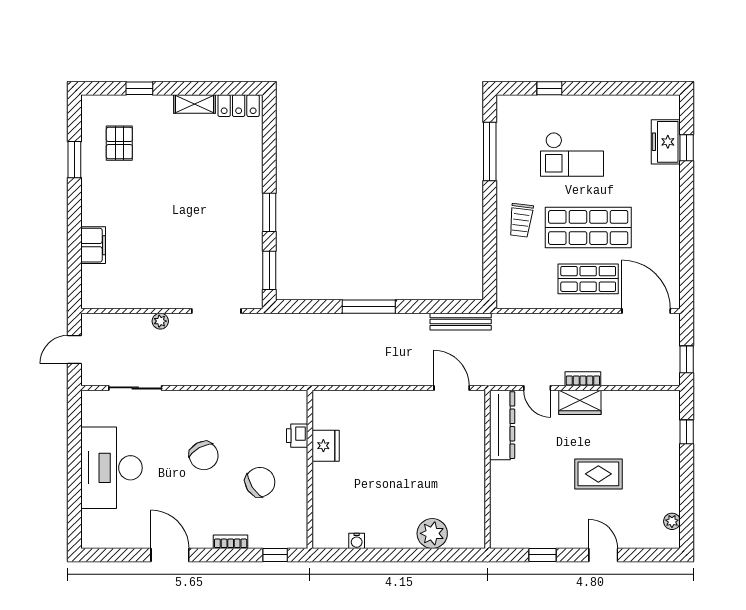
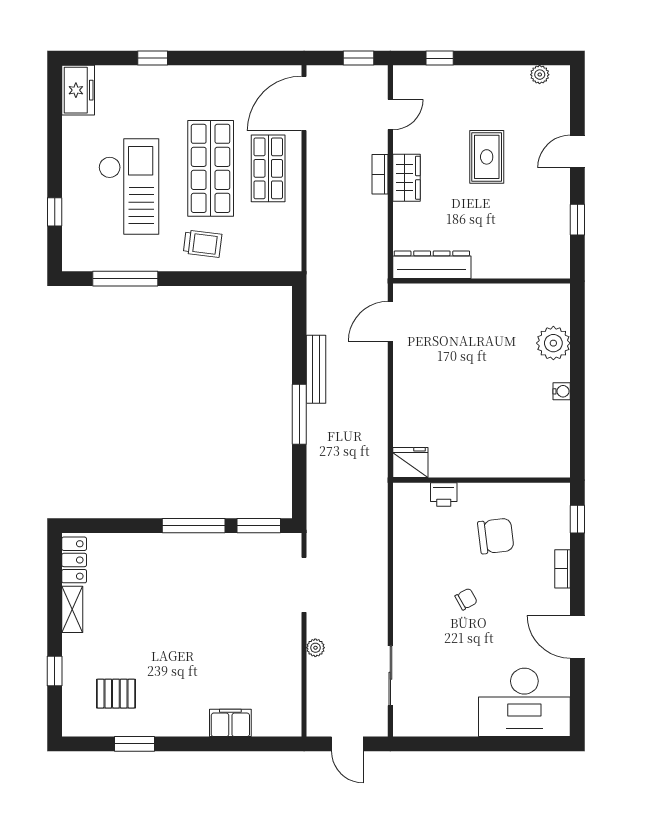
freezer: (666, 142) -> (78, 90), moved, turned -90
window: (687, 148) -> (153, 58), moved
checkout: (572, 154) -> (129, 186), width x1.36, depth x1.21
window: (269, 212) -> (194, 526), width x1.44
bench: (461, 322) -> (316, 369), moved
door: (537, 388) -> (390, 115), moved
fridge: (326, 446) -> (410, 463), moved
chair: (204, 456) -> (466, 599), width x0.54, depth x0.54
desk: (111, 468) -> (524, 702), moved
chair: (260, 482) -> (496, 536), turned 116
water cooler: (357, 541) -> (562, 391), moved
door: (170, 555) -> (577, 637), hinge flipped

